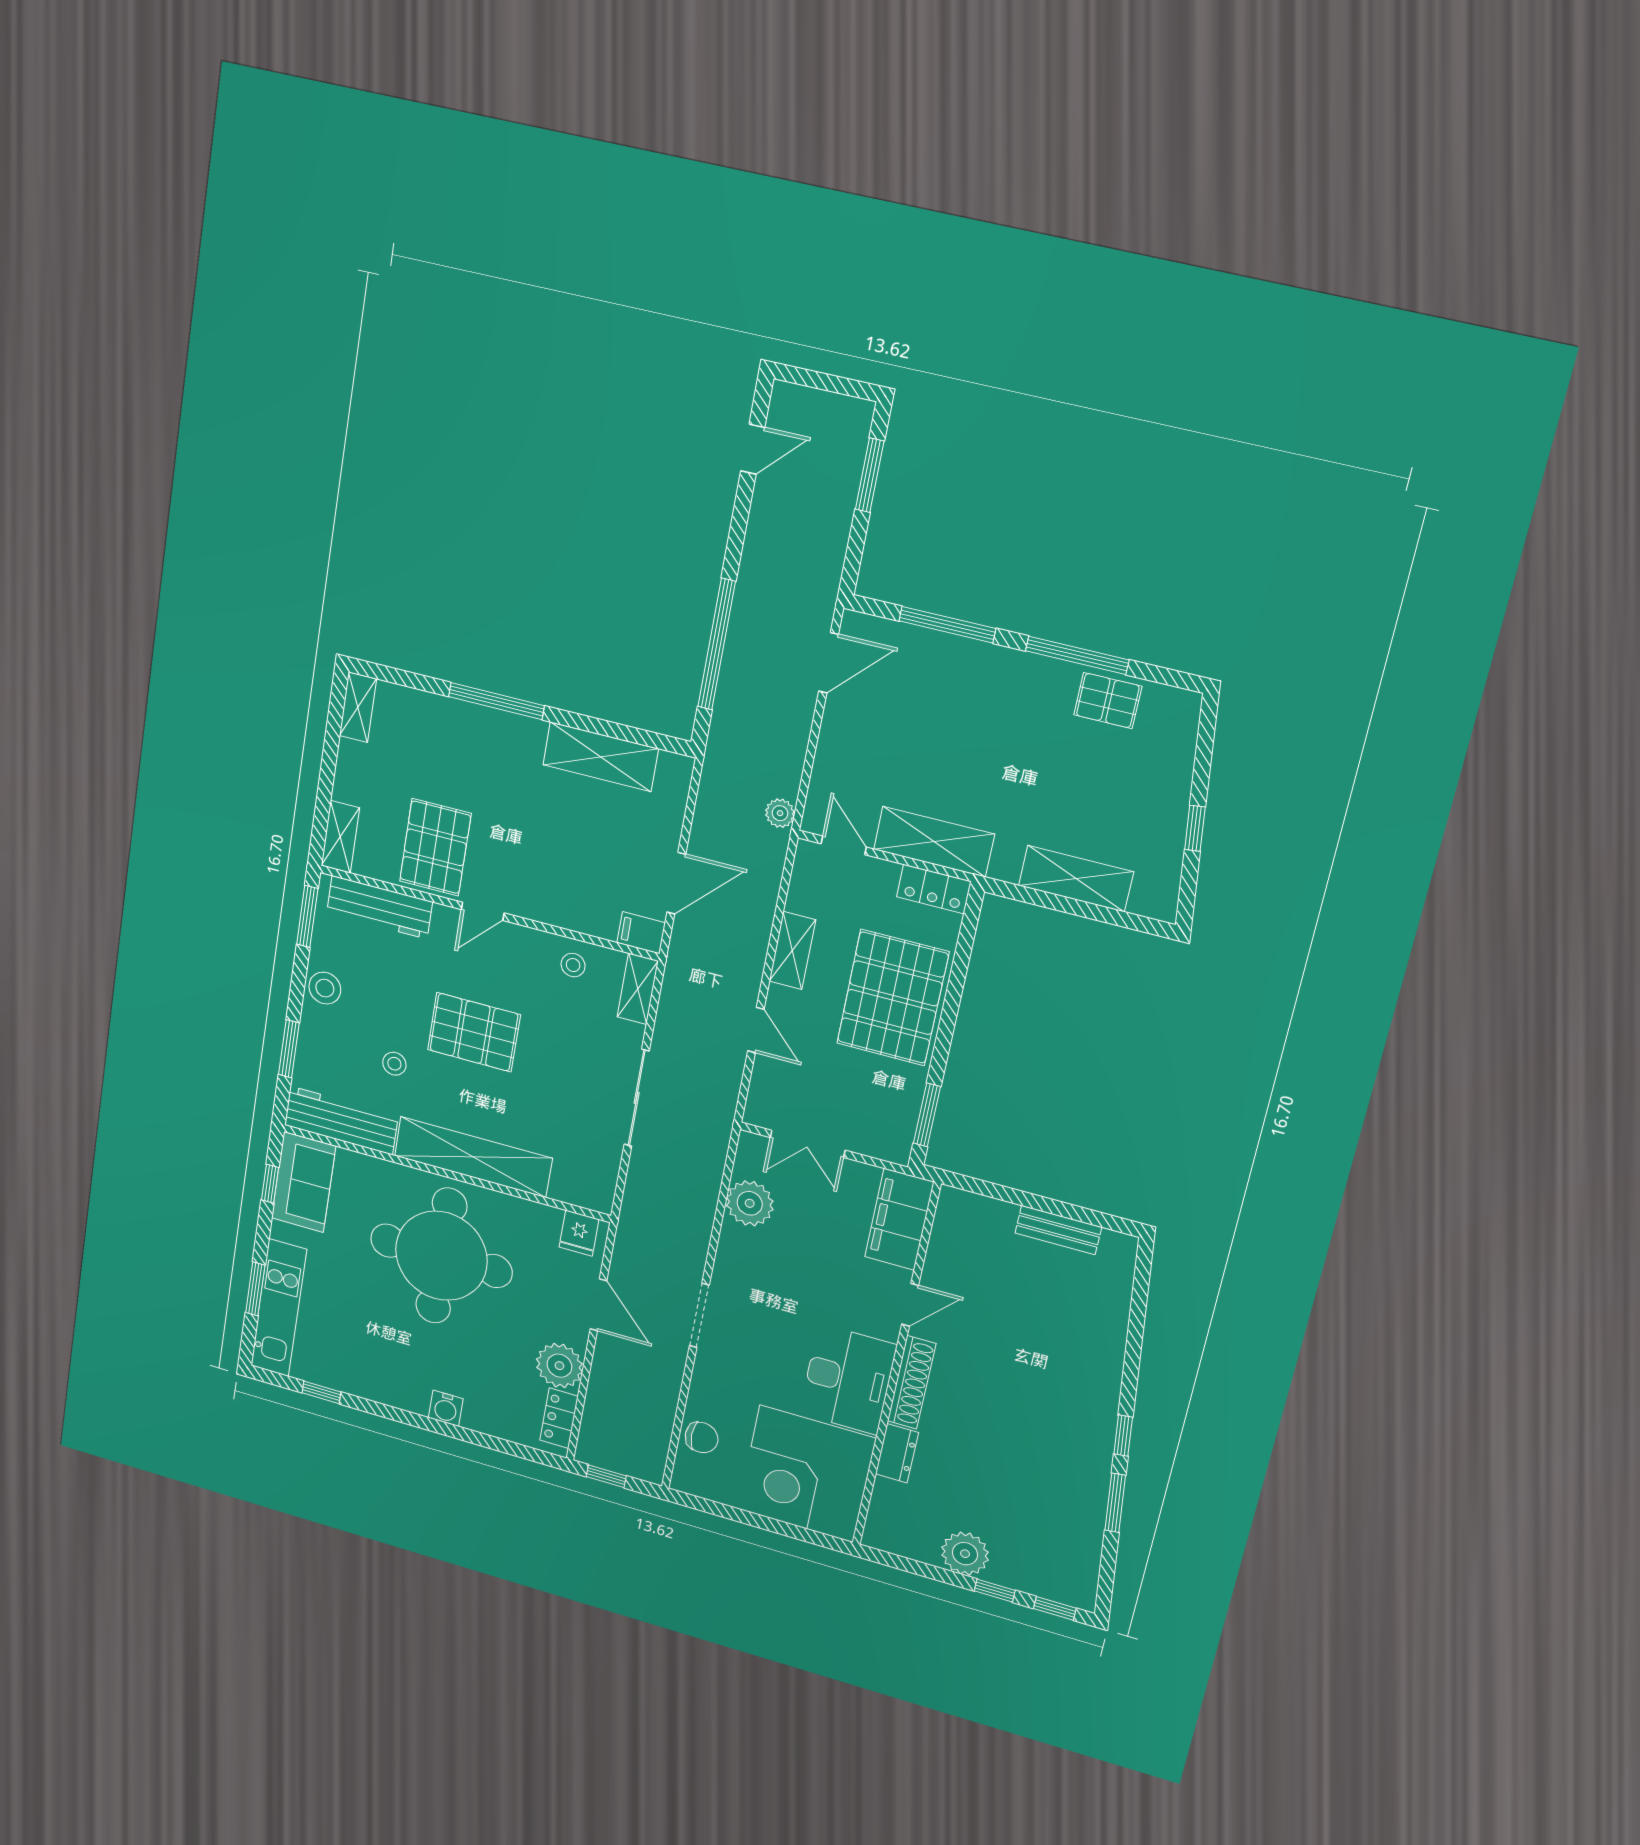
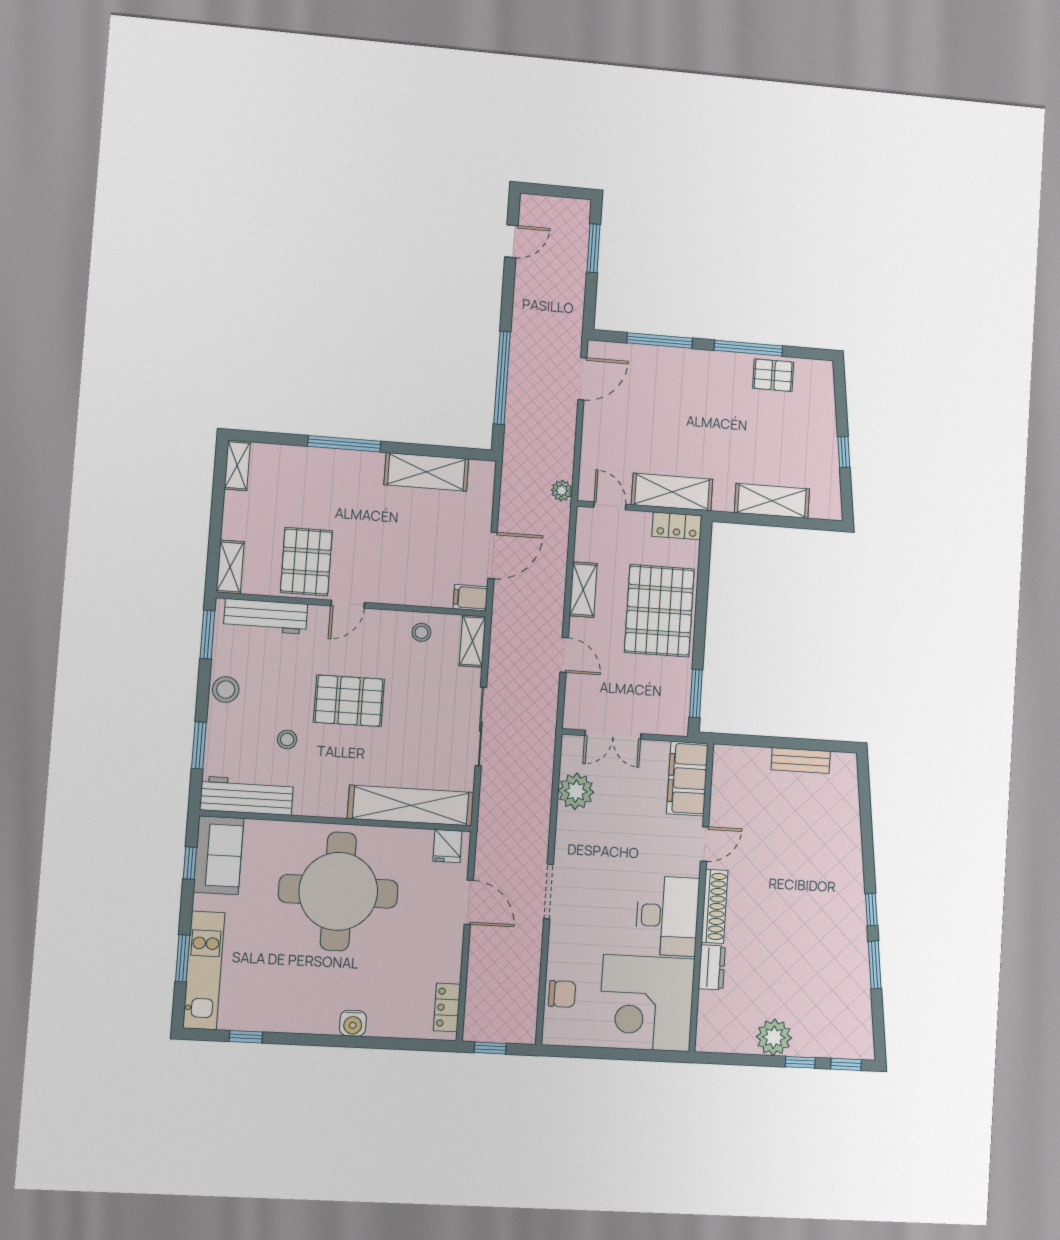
shelving: (473, 1157) -> (411, 805), moved
plant: (559, 1366) -> (443, 962), removed

